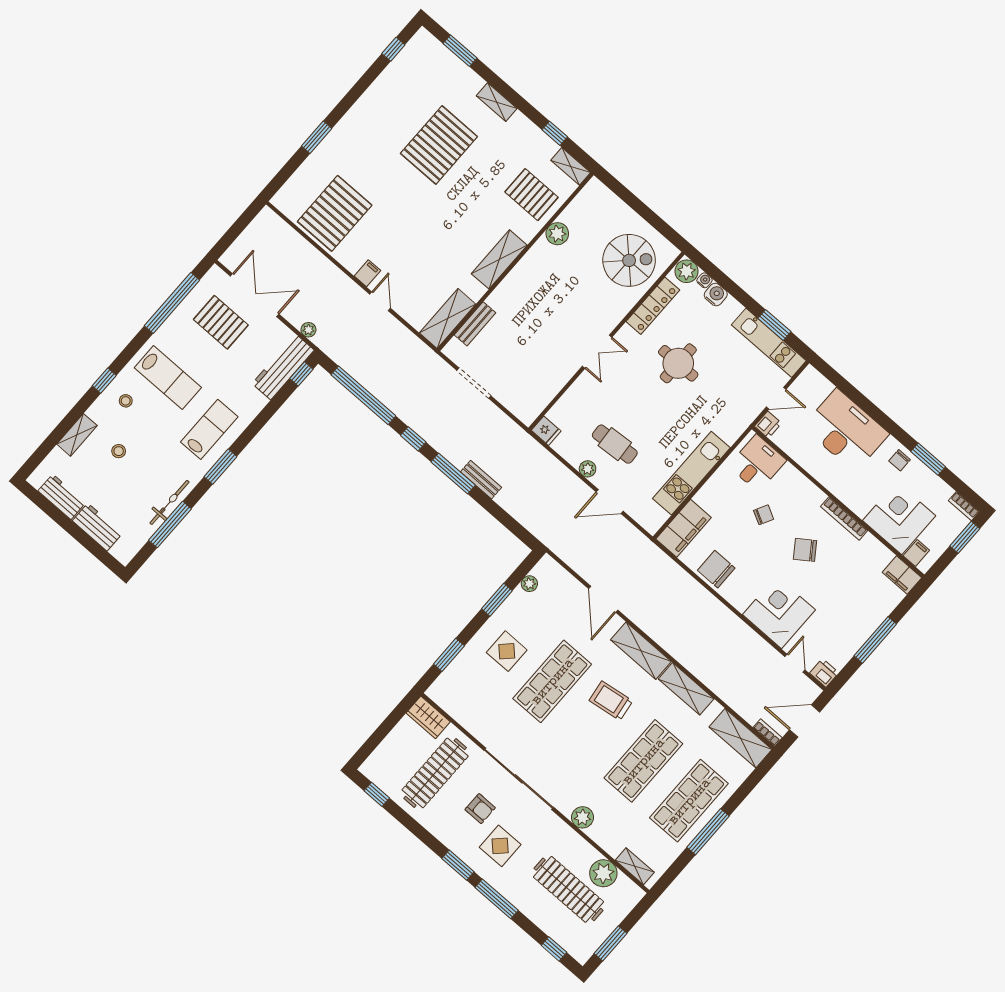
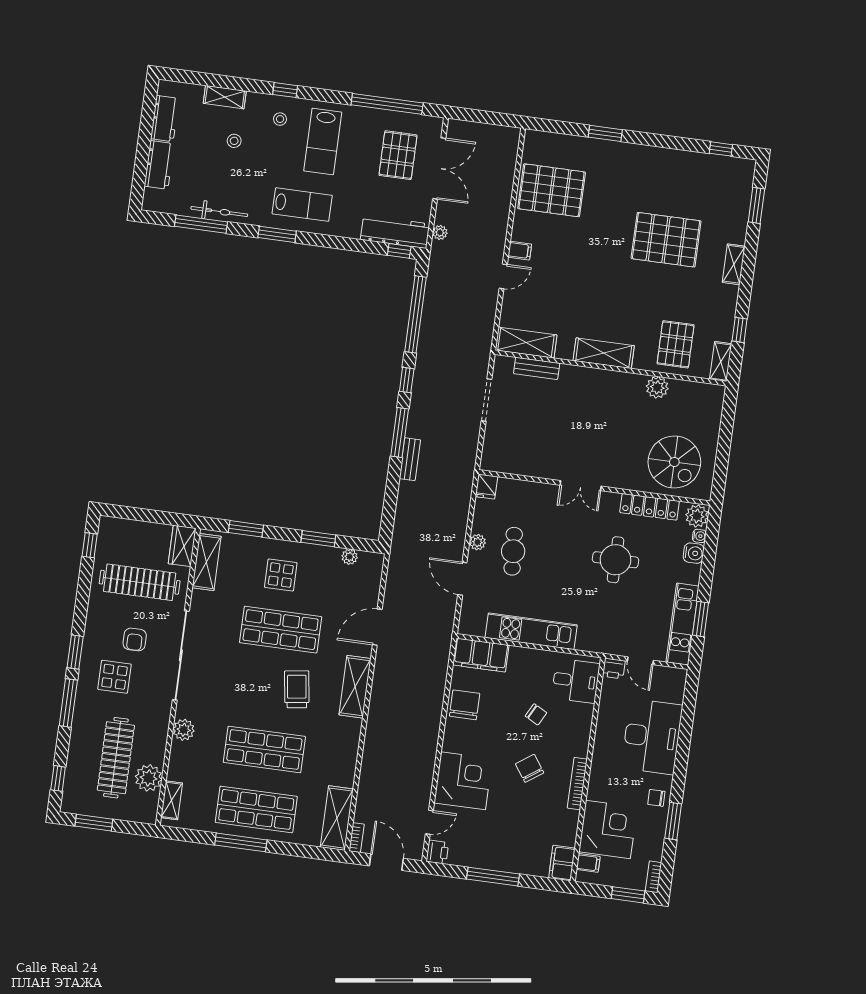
shelving: (686, 689) -> (207, 562), moved

